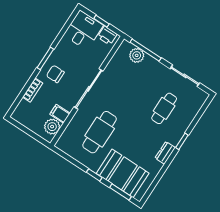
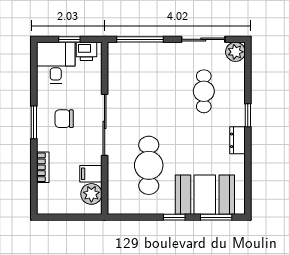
plant: (137, 55) -> (235, 52), moved
chair: (55, 74) -> (64, 119), moved

